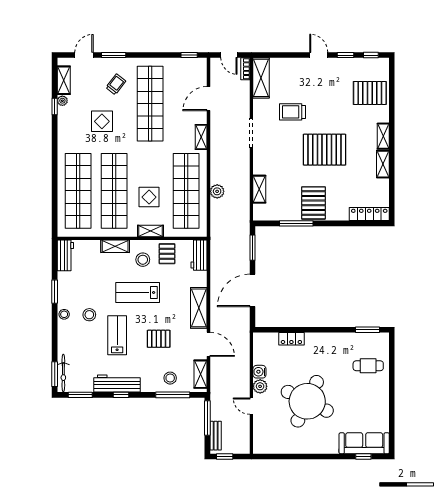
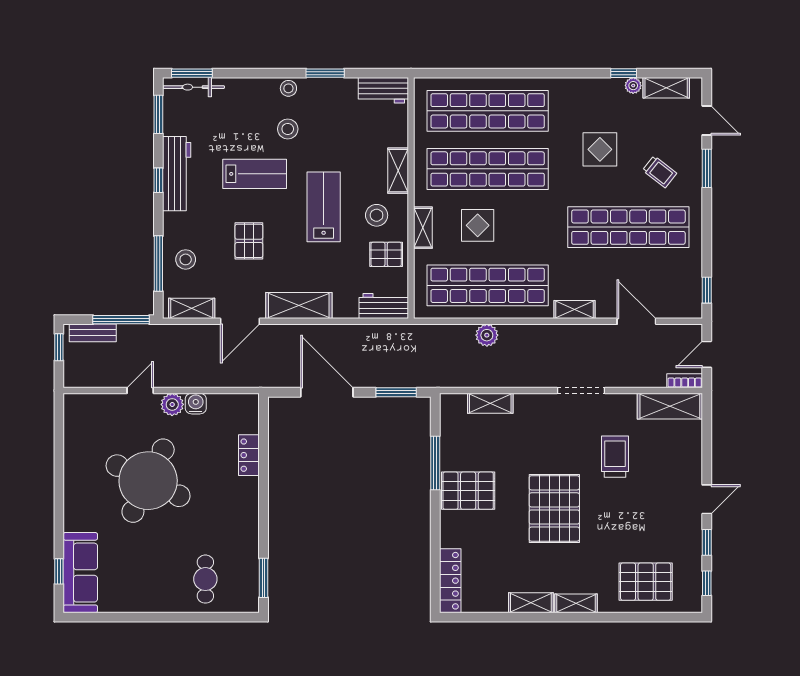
pallet: (370, 93) -> (646, 582), turned 90

